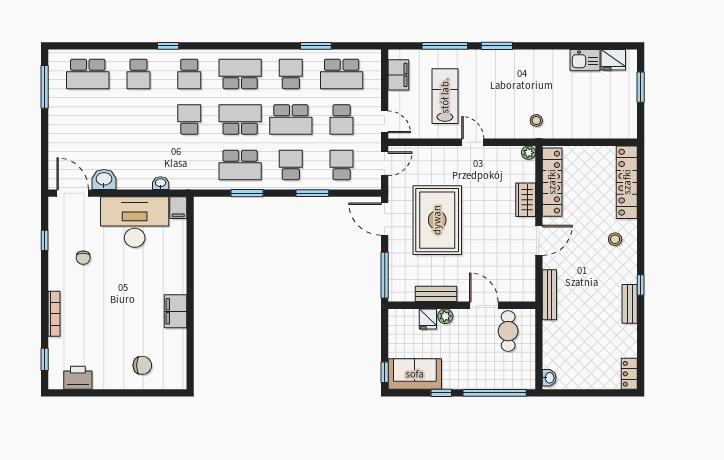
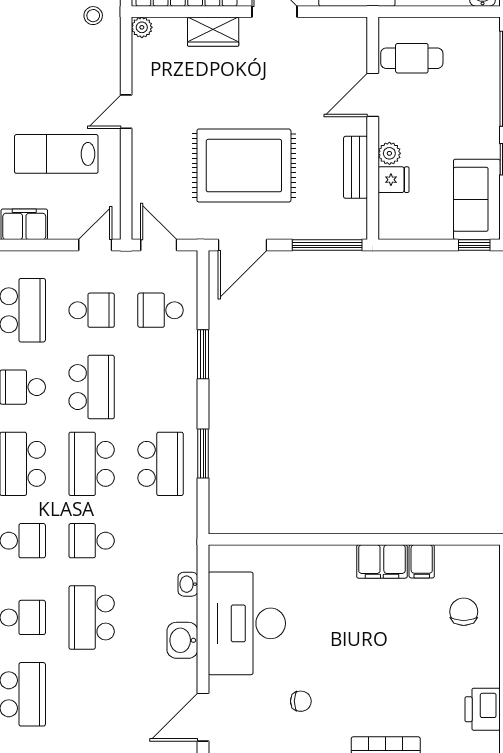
school desk: (291, 165) -> (92, 617), moved, width x1.85
washbasin: (104, 179) -> (182, 640), moved
filing cabinet: (178, 208) -> (422, 561), moved, turned 90

